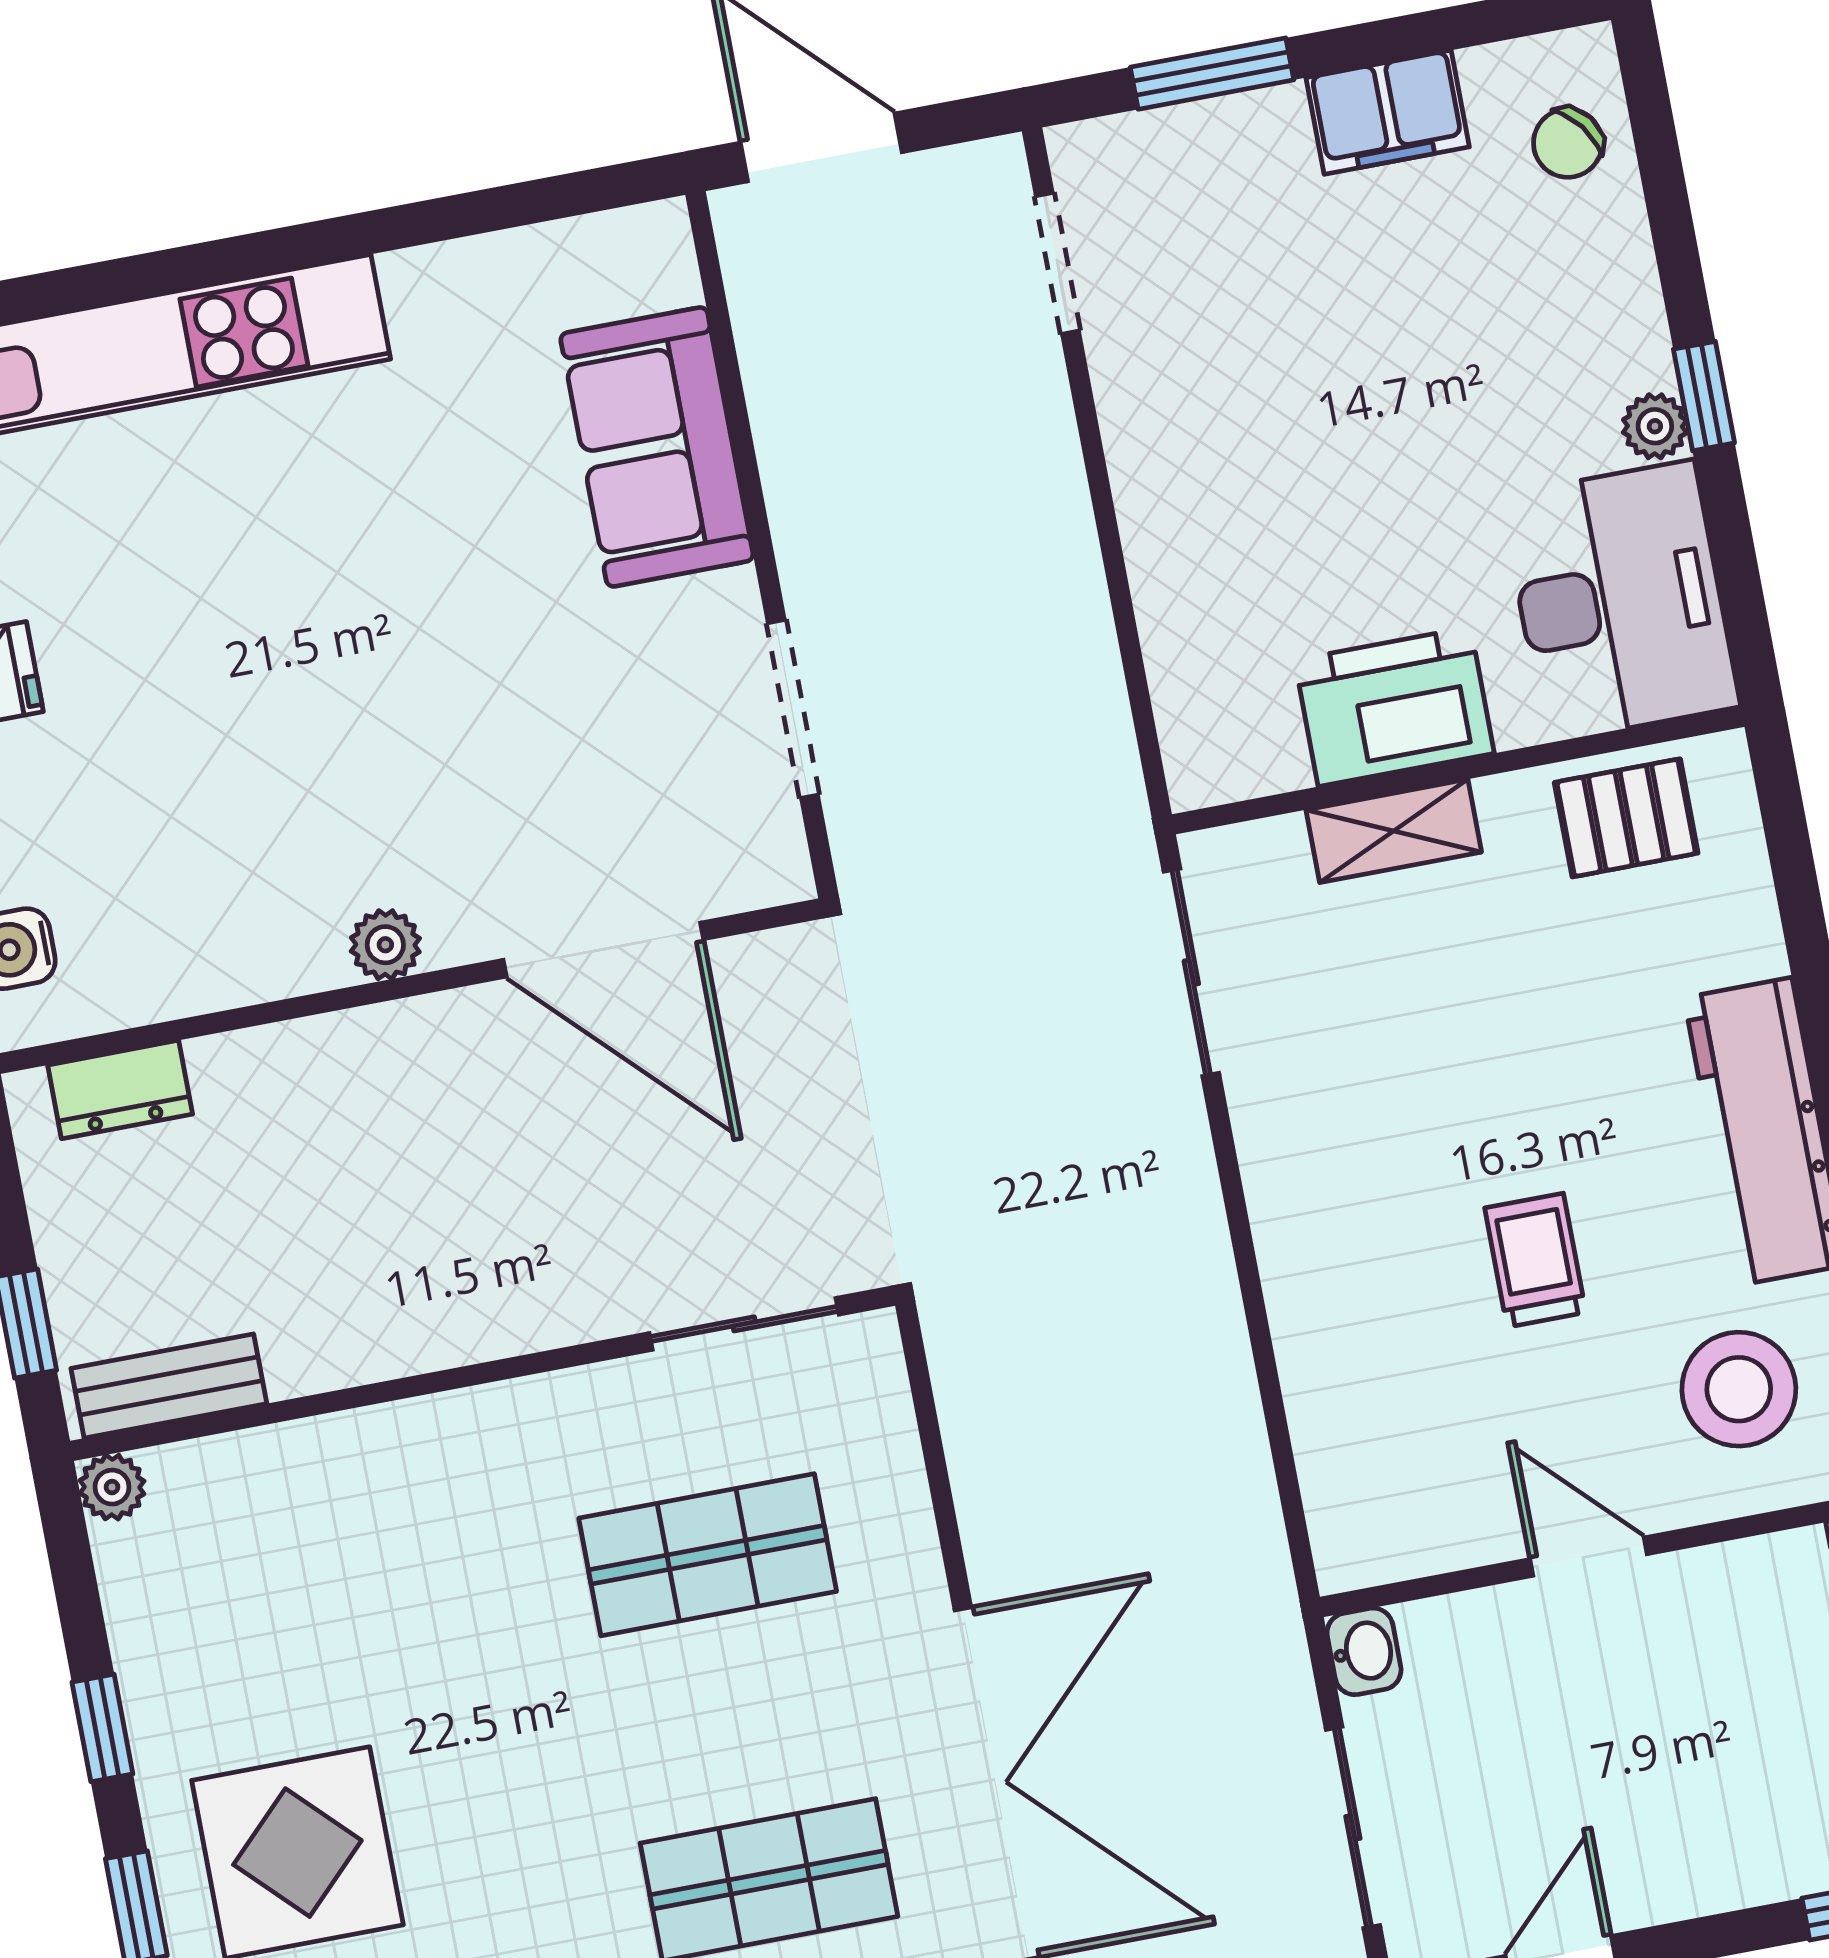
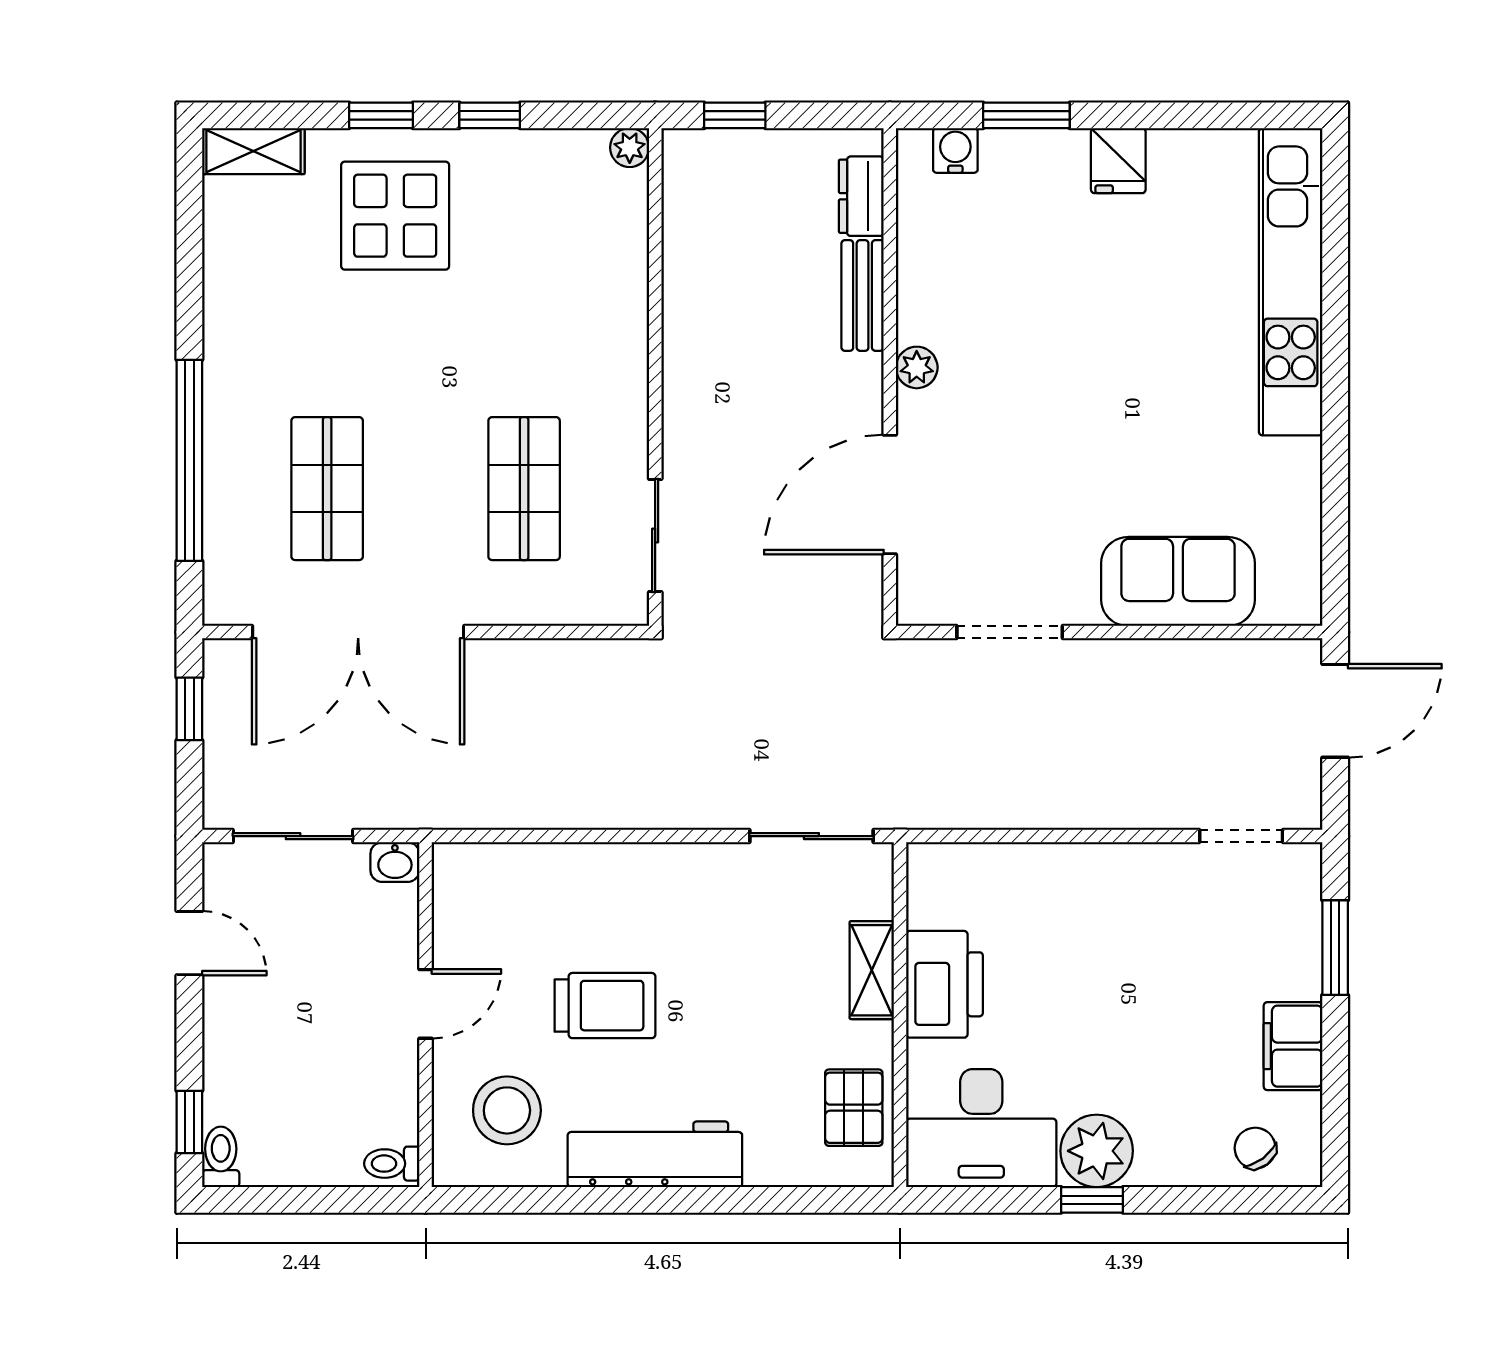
plant: (1655, 426) -> (1097, 1151), width x1.87, depth x1.87
trolley: (1535, 1260) -> (605, 1006), width x1.36, depth x1.39
bench: (169, 1386) -> (863, 295), moved

